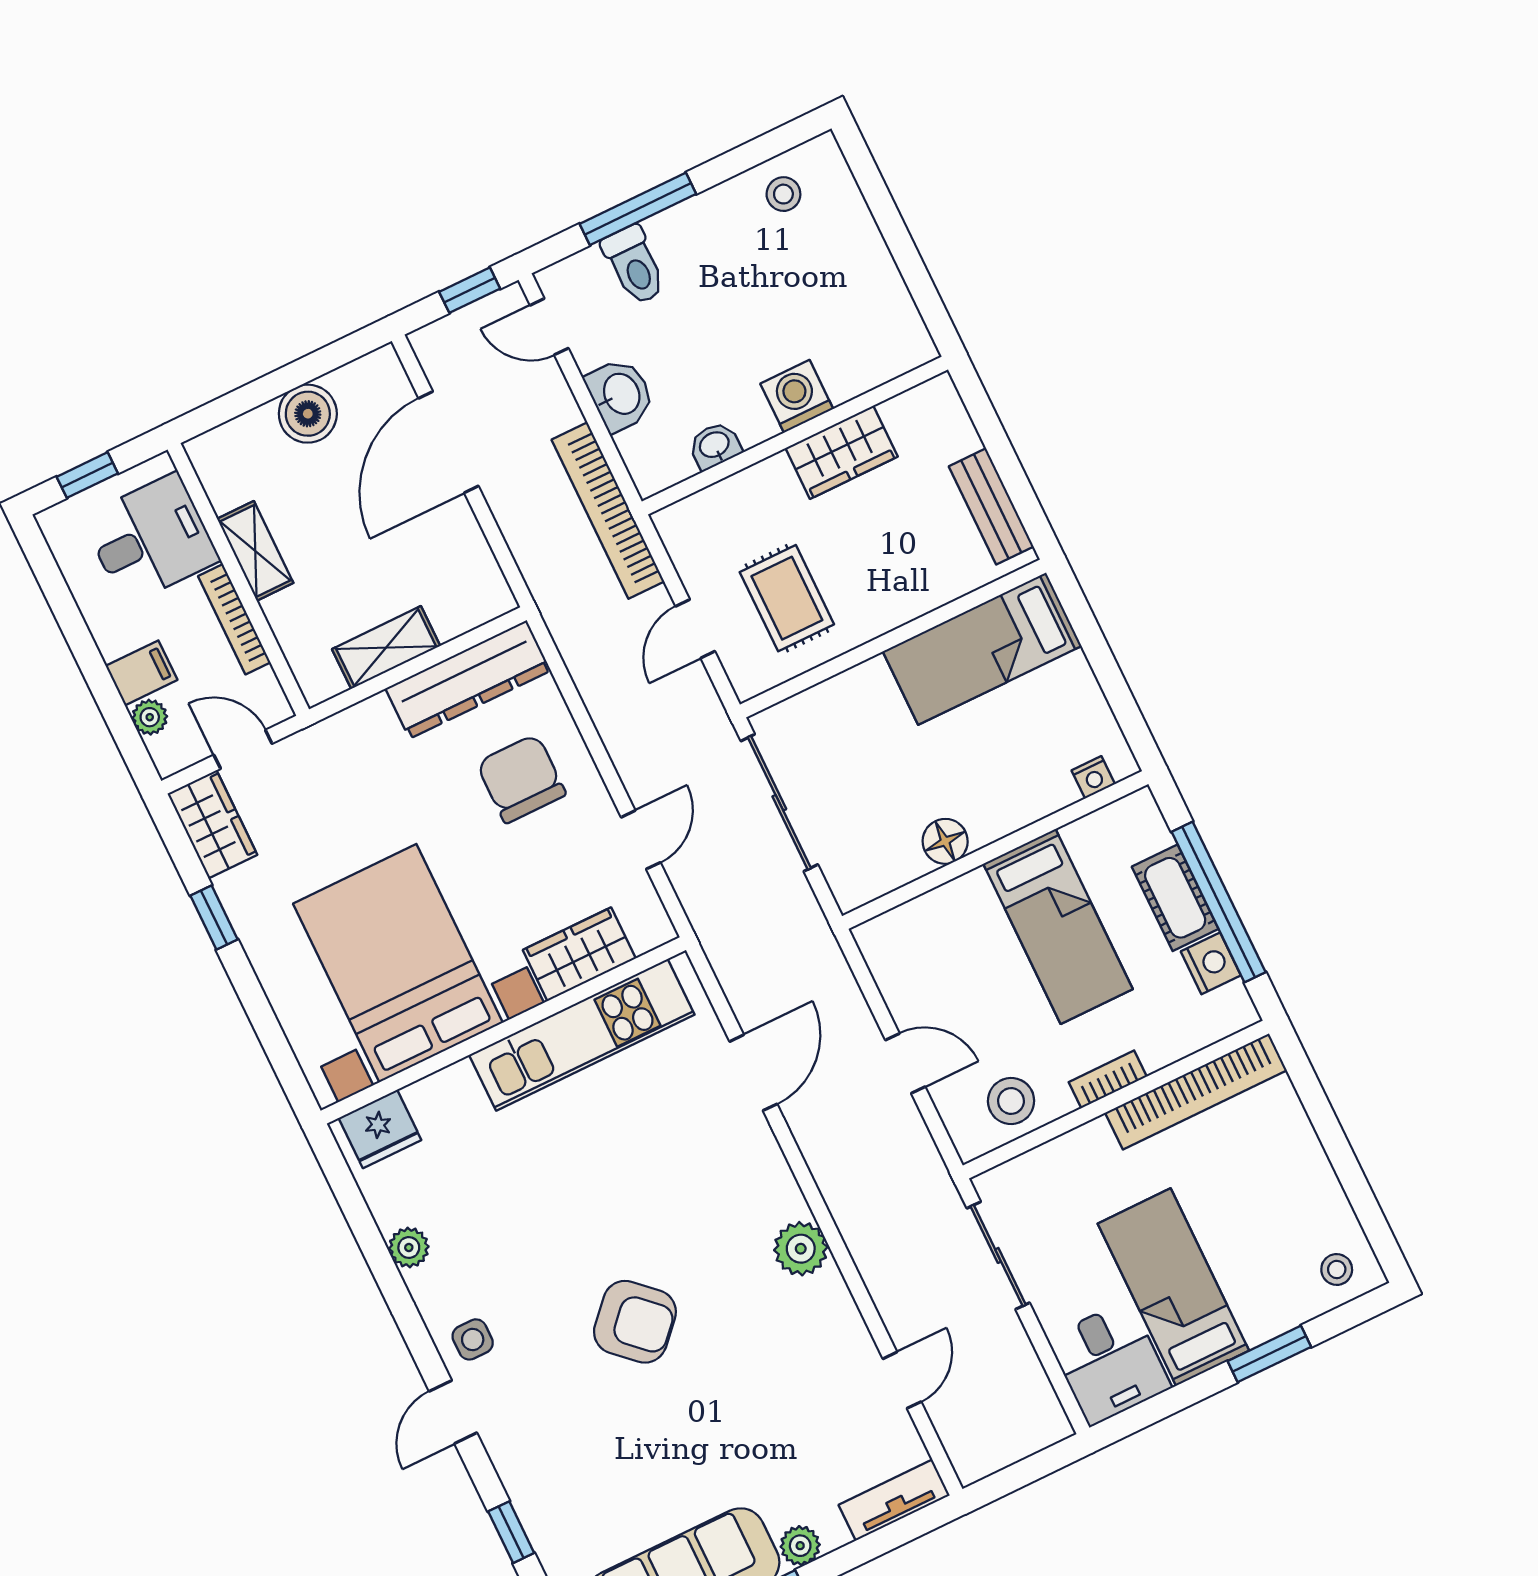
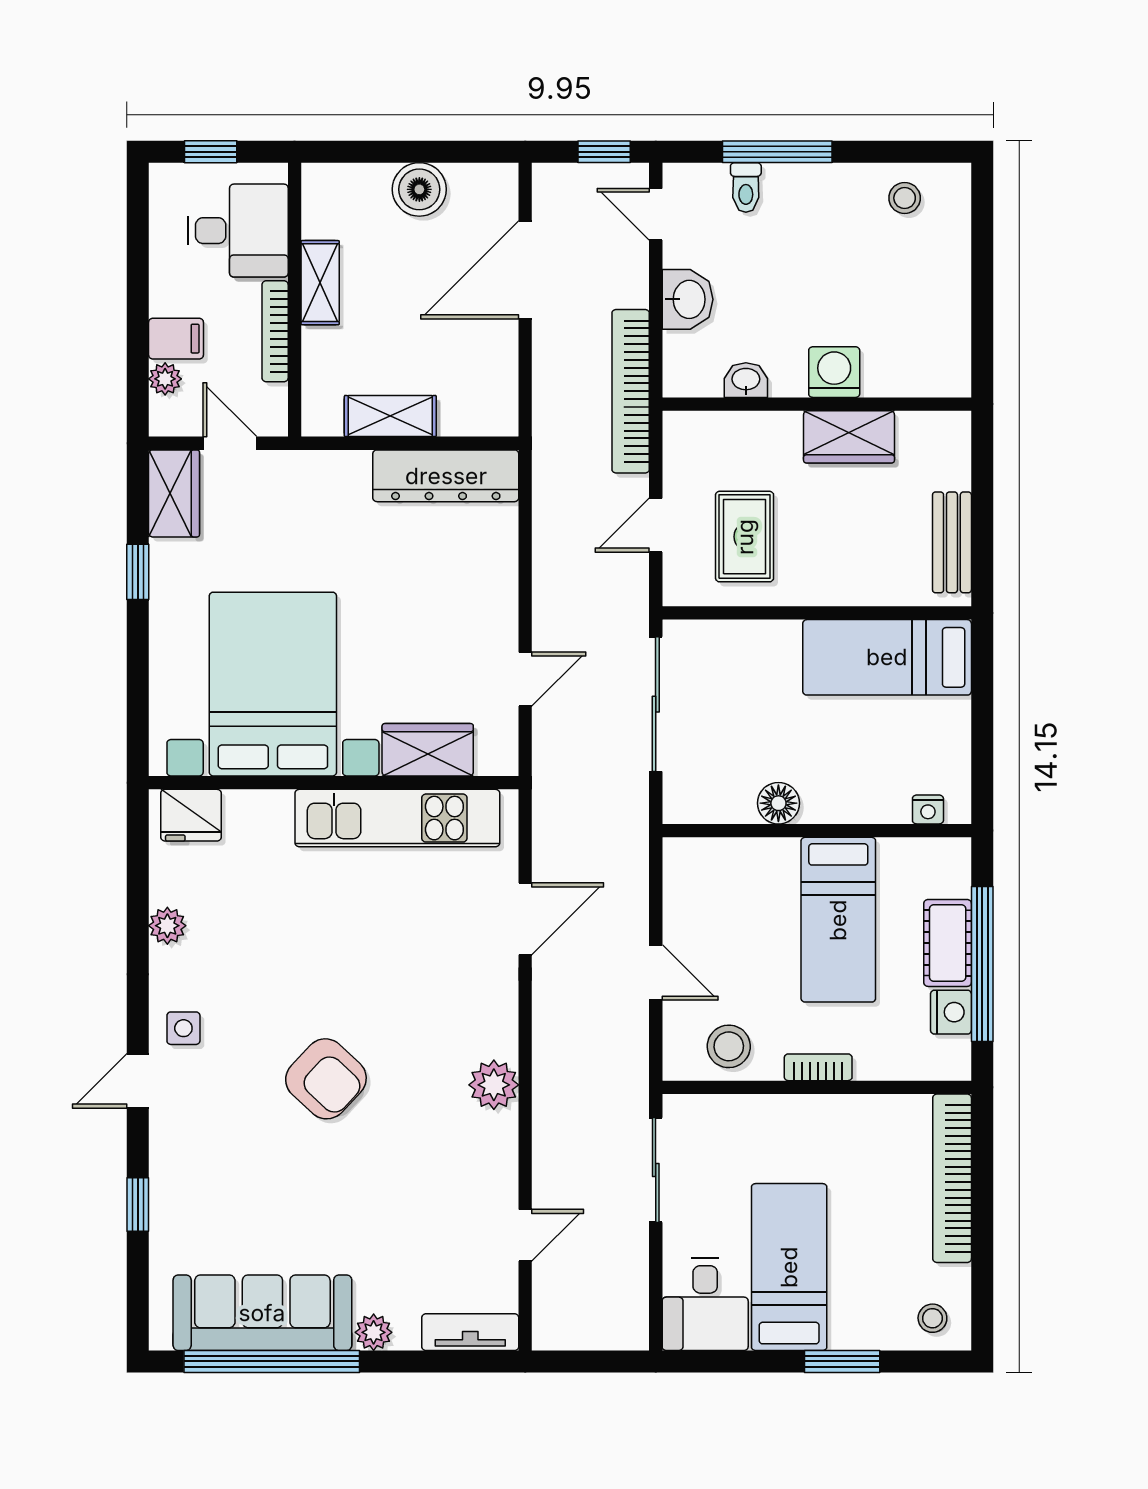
toilet: (634, 265) -> (746, 187), width x0.73, depth x0.72
chair: (521, 779) -> (450, 580), removed
bookcase: (1196, 1091) -> (952, 1178), moved, turned 90

